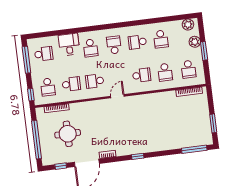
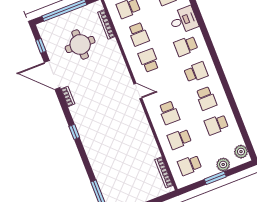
school desk: (137, 42) -> (206, 98), turned 180

